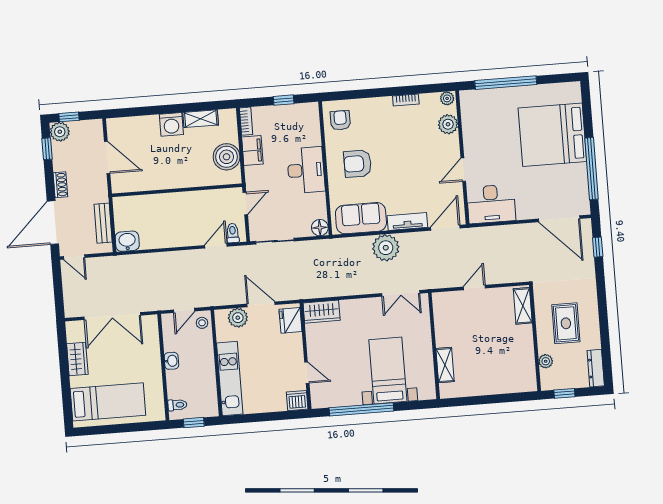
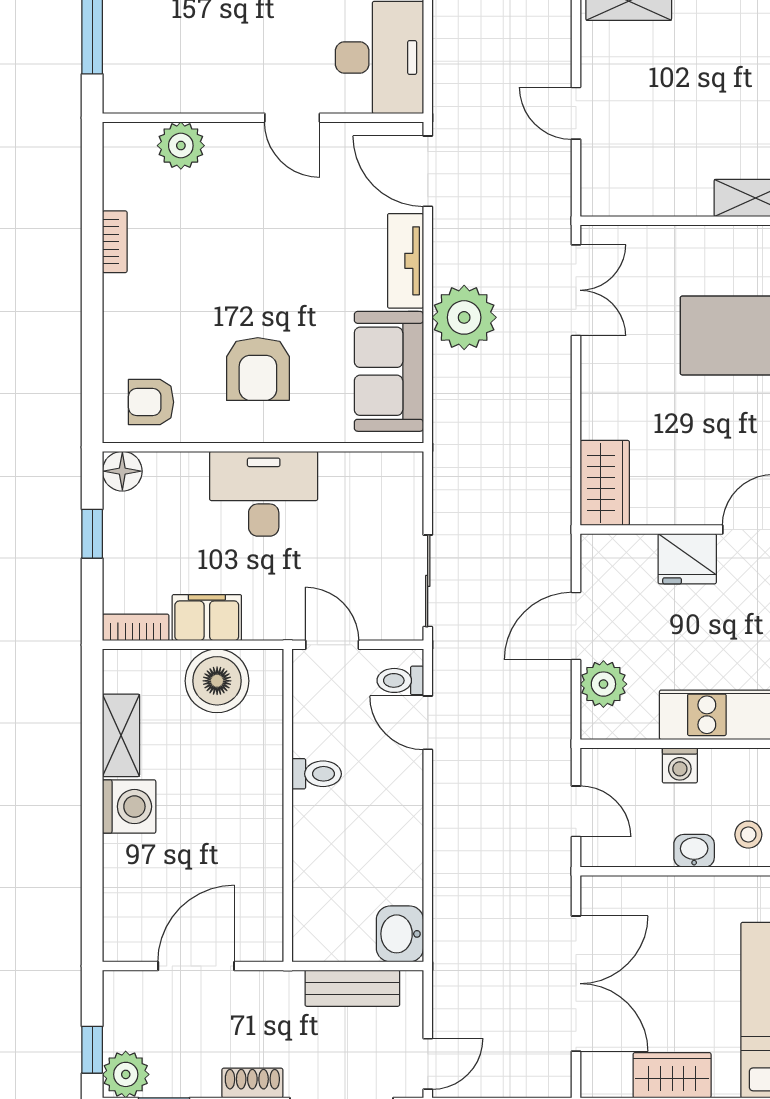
plant: (447, 98) -> (119, 143), removed
toilet: (191, 201) -> (317, 774), added
floor lamp: (320, 228) -> (122, 471), moved
fridge: (290, 320) -> (687, 559), moved
stool: (202, 323) -> (748, 835), moved
washing machine: (207, 352) -> (680, 765), added

